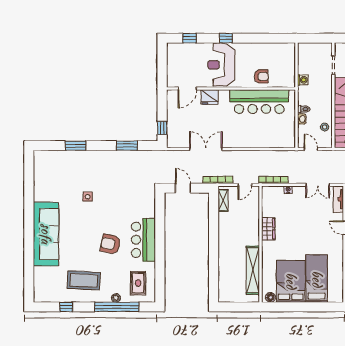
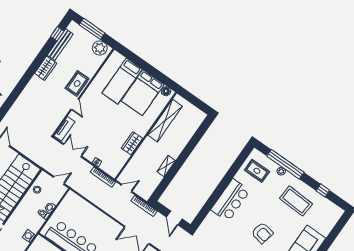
door: (311, 149) -> (59, 180), swing flipped
shelving: (223, 200) -> (166, 166), moved
armchair: (111, 244) -> (262, 233), moved
rug: (138, 283) -> (257, 171), turned 90

